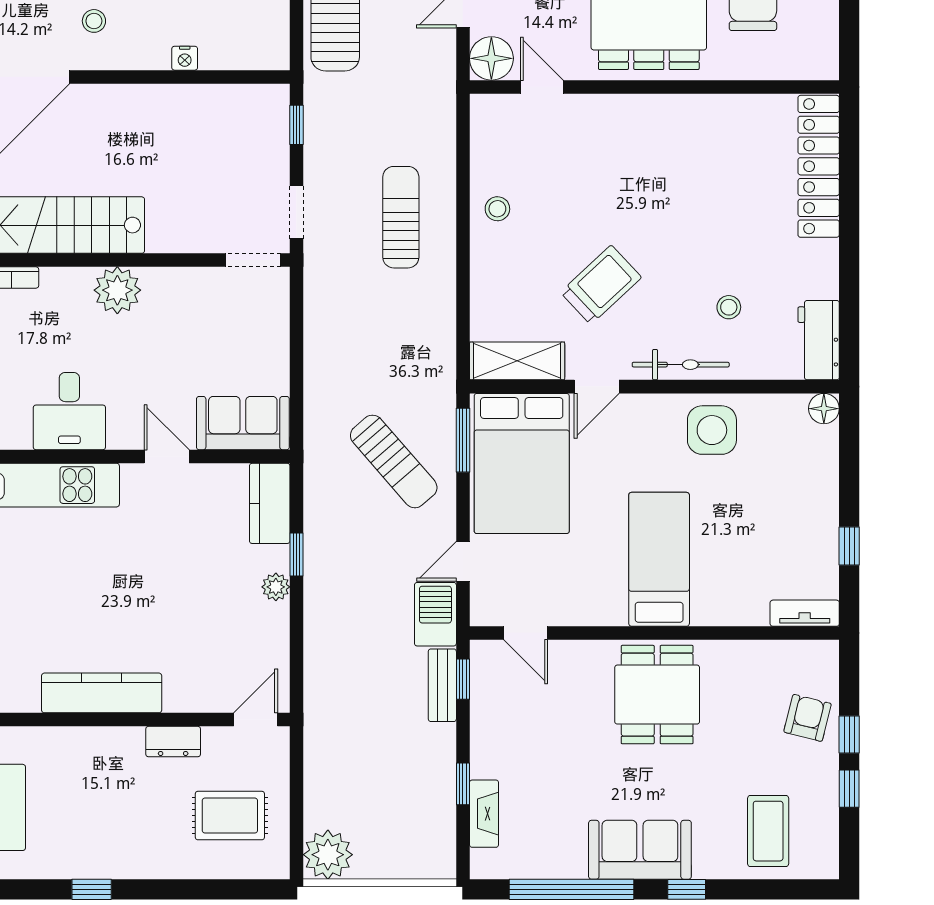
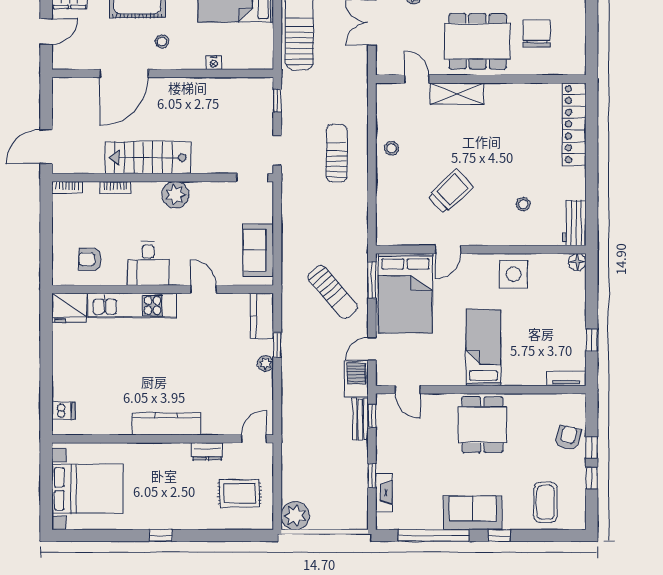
floor lamp: (491, 58) -> (388, 63), removed
shelving: (517, 361) -> (457, 94), moved
bicycle: (681, 365) -> (496, 237), removed
sofa: (243, 423) -> (258, 250), moved, turned -90

